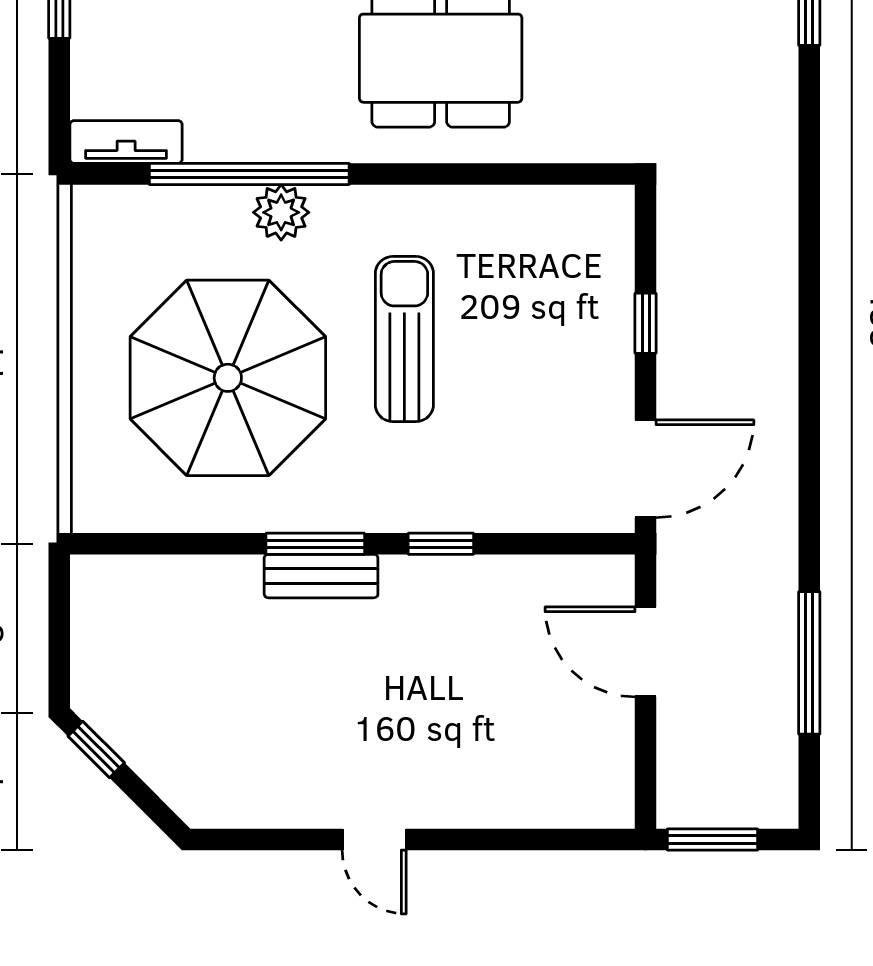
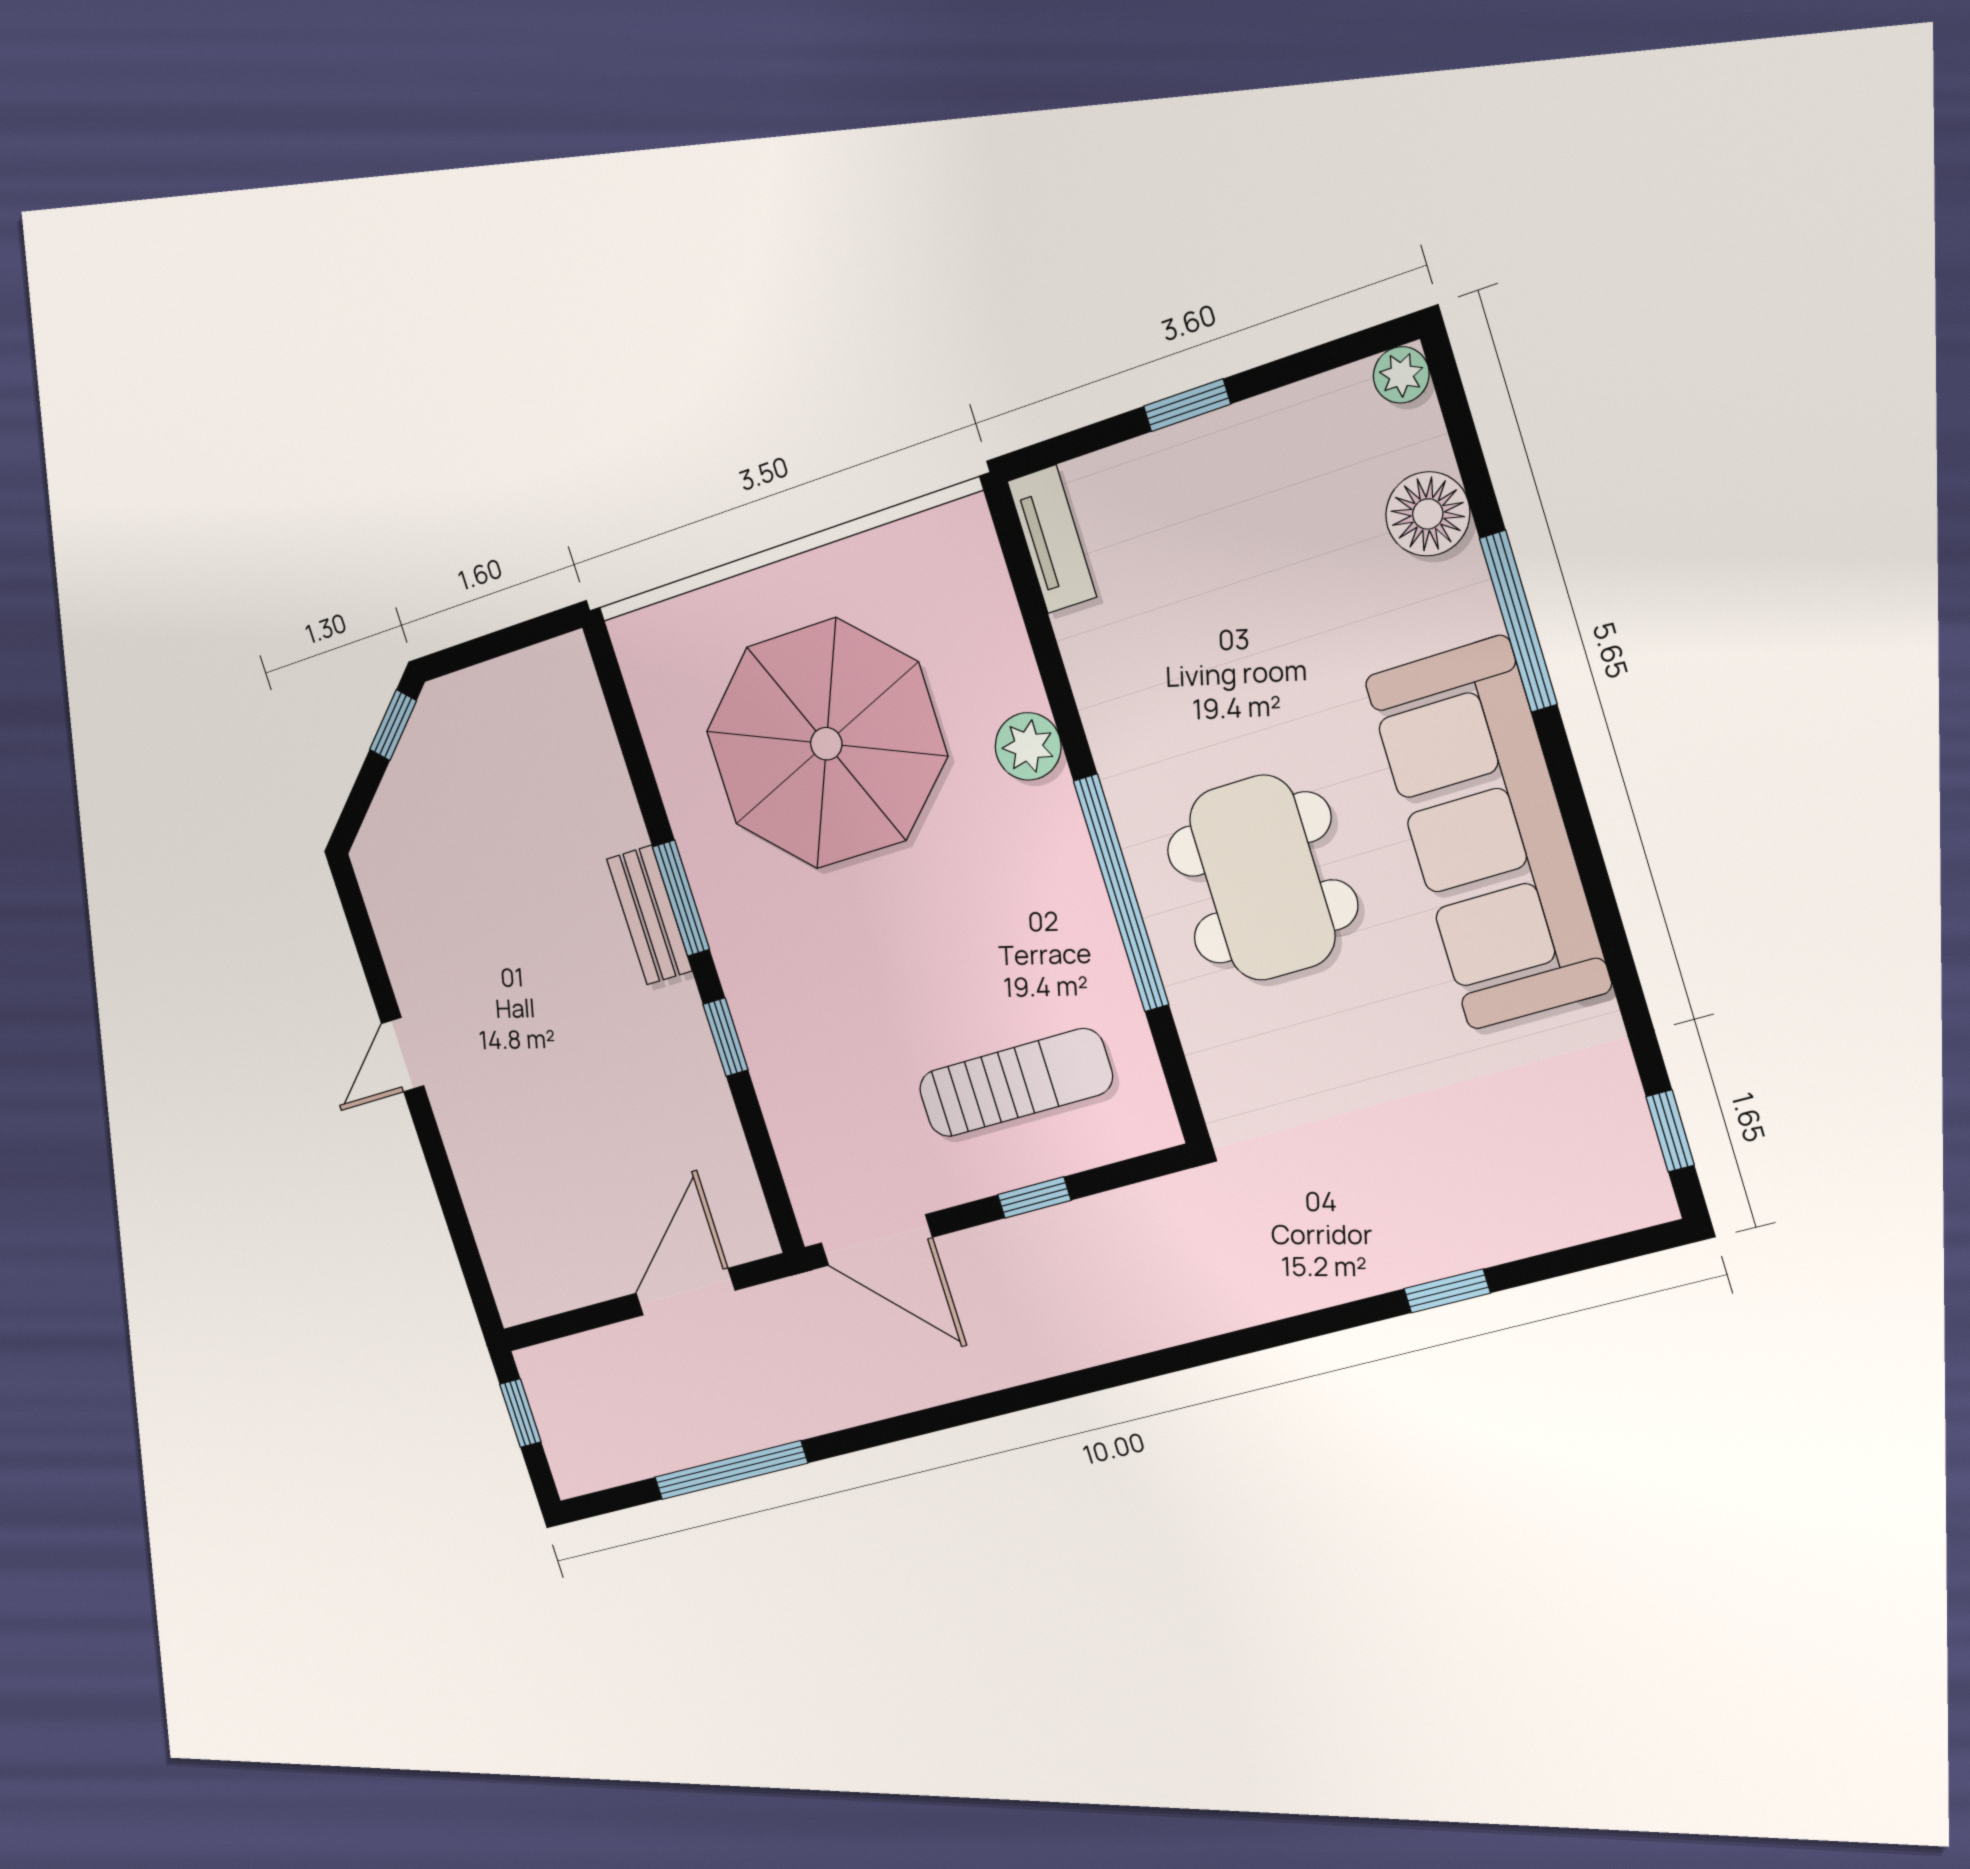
window: (249, 174) -> (1121, 893), moved
sun lounger: (404, 339) -> (1016, 1083), moved
window: (713, 839) -> (520, 1413), width x0.67

